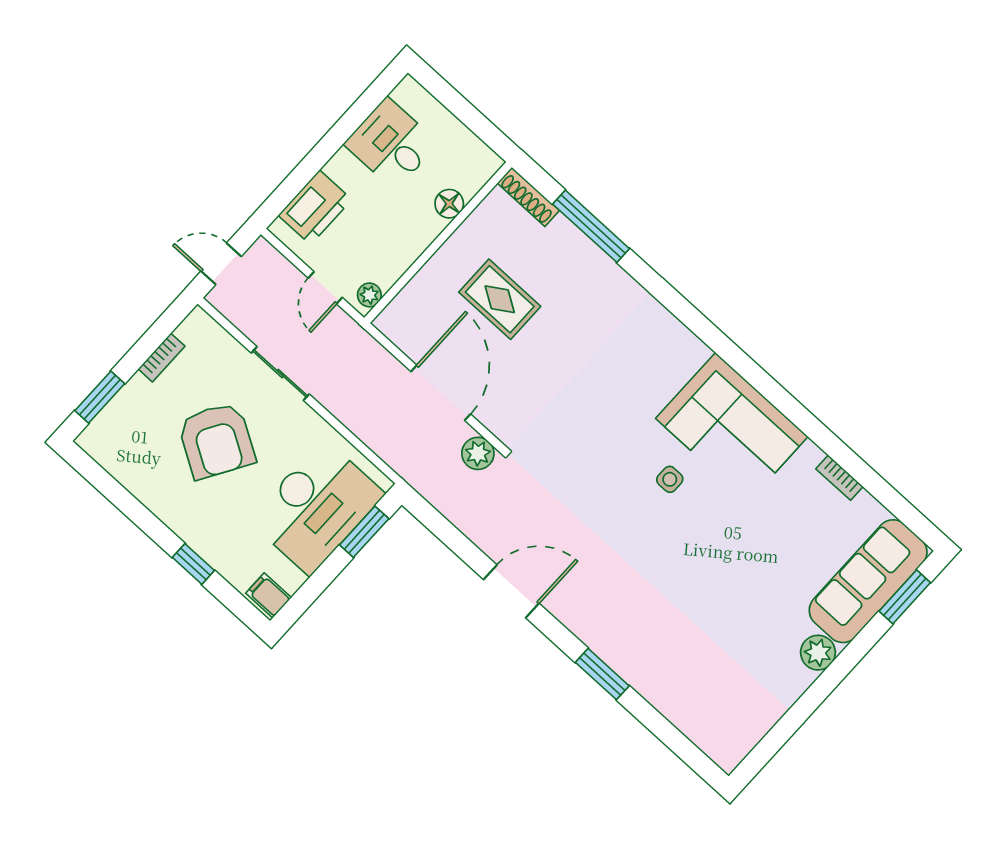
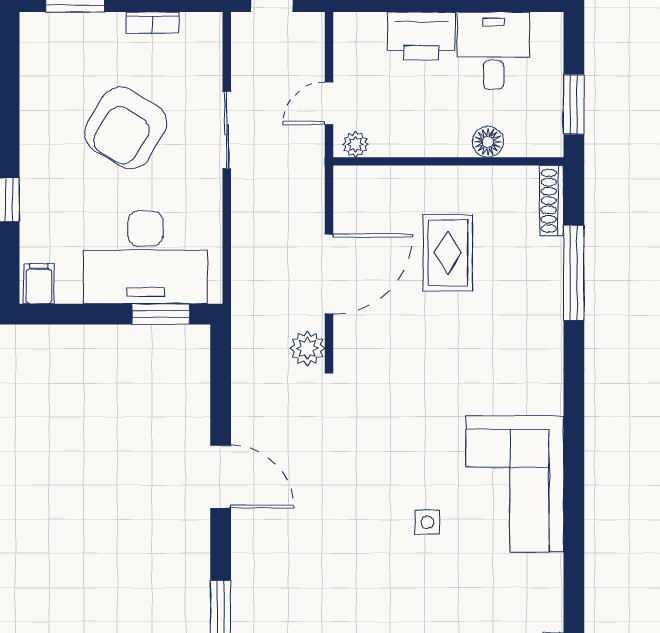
window: (477, 122) -> (574, 104), added
printer: (315, 207) -> (421, 36), moved
corner sofa: (732, 427) -> (515, 484), moved

